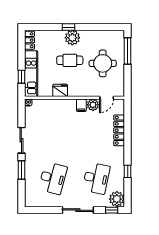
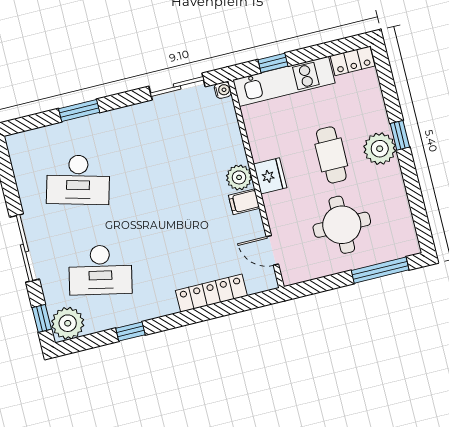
fridge: (60, 90) -> (270, 176), moved
plant: (93, 105) -> (239, 177), moved
sliding door: (21, 140) -> (177, 86), moved

